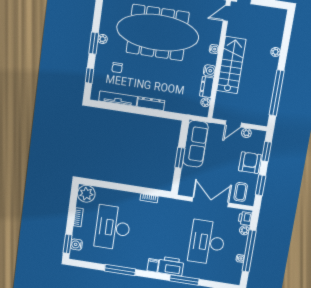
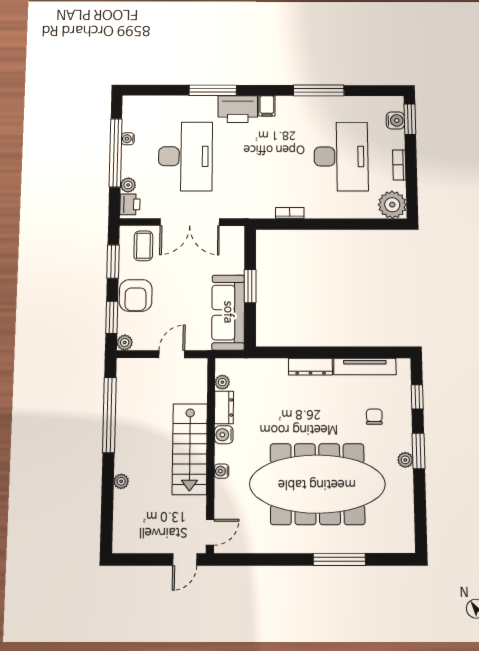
plant: (246, 133) -> (125, 343), moved

